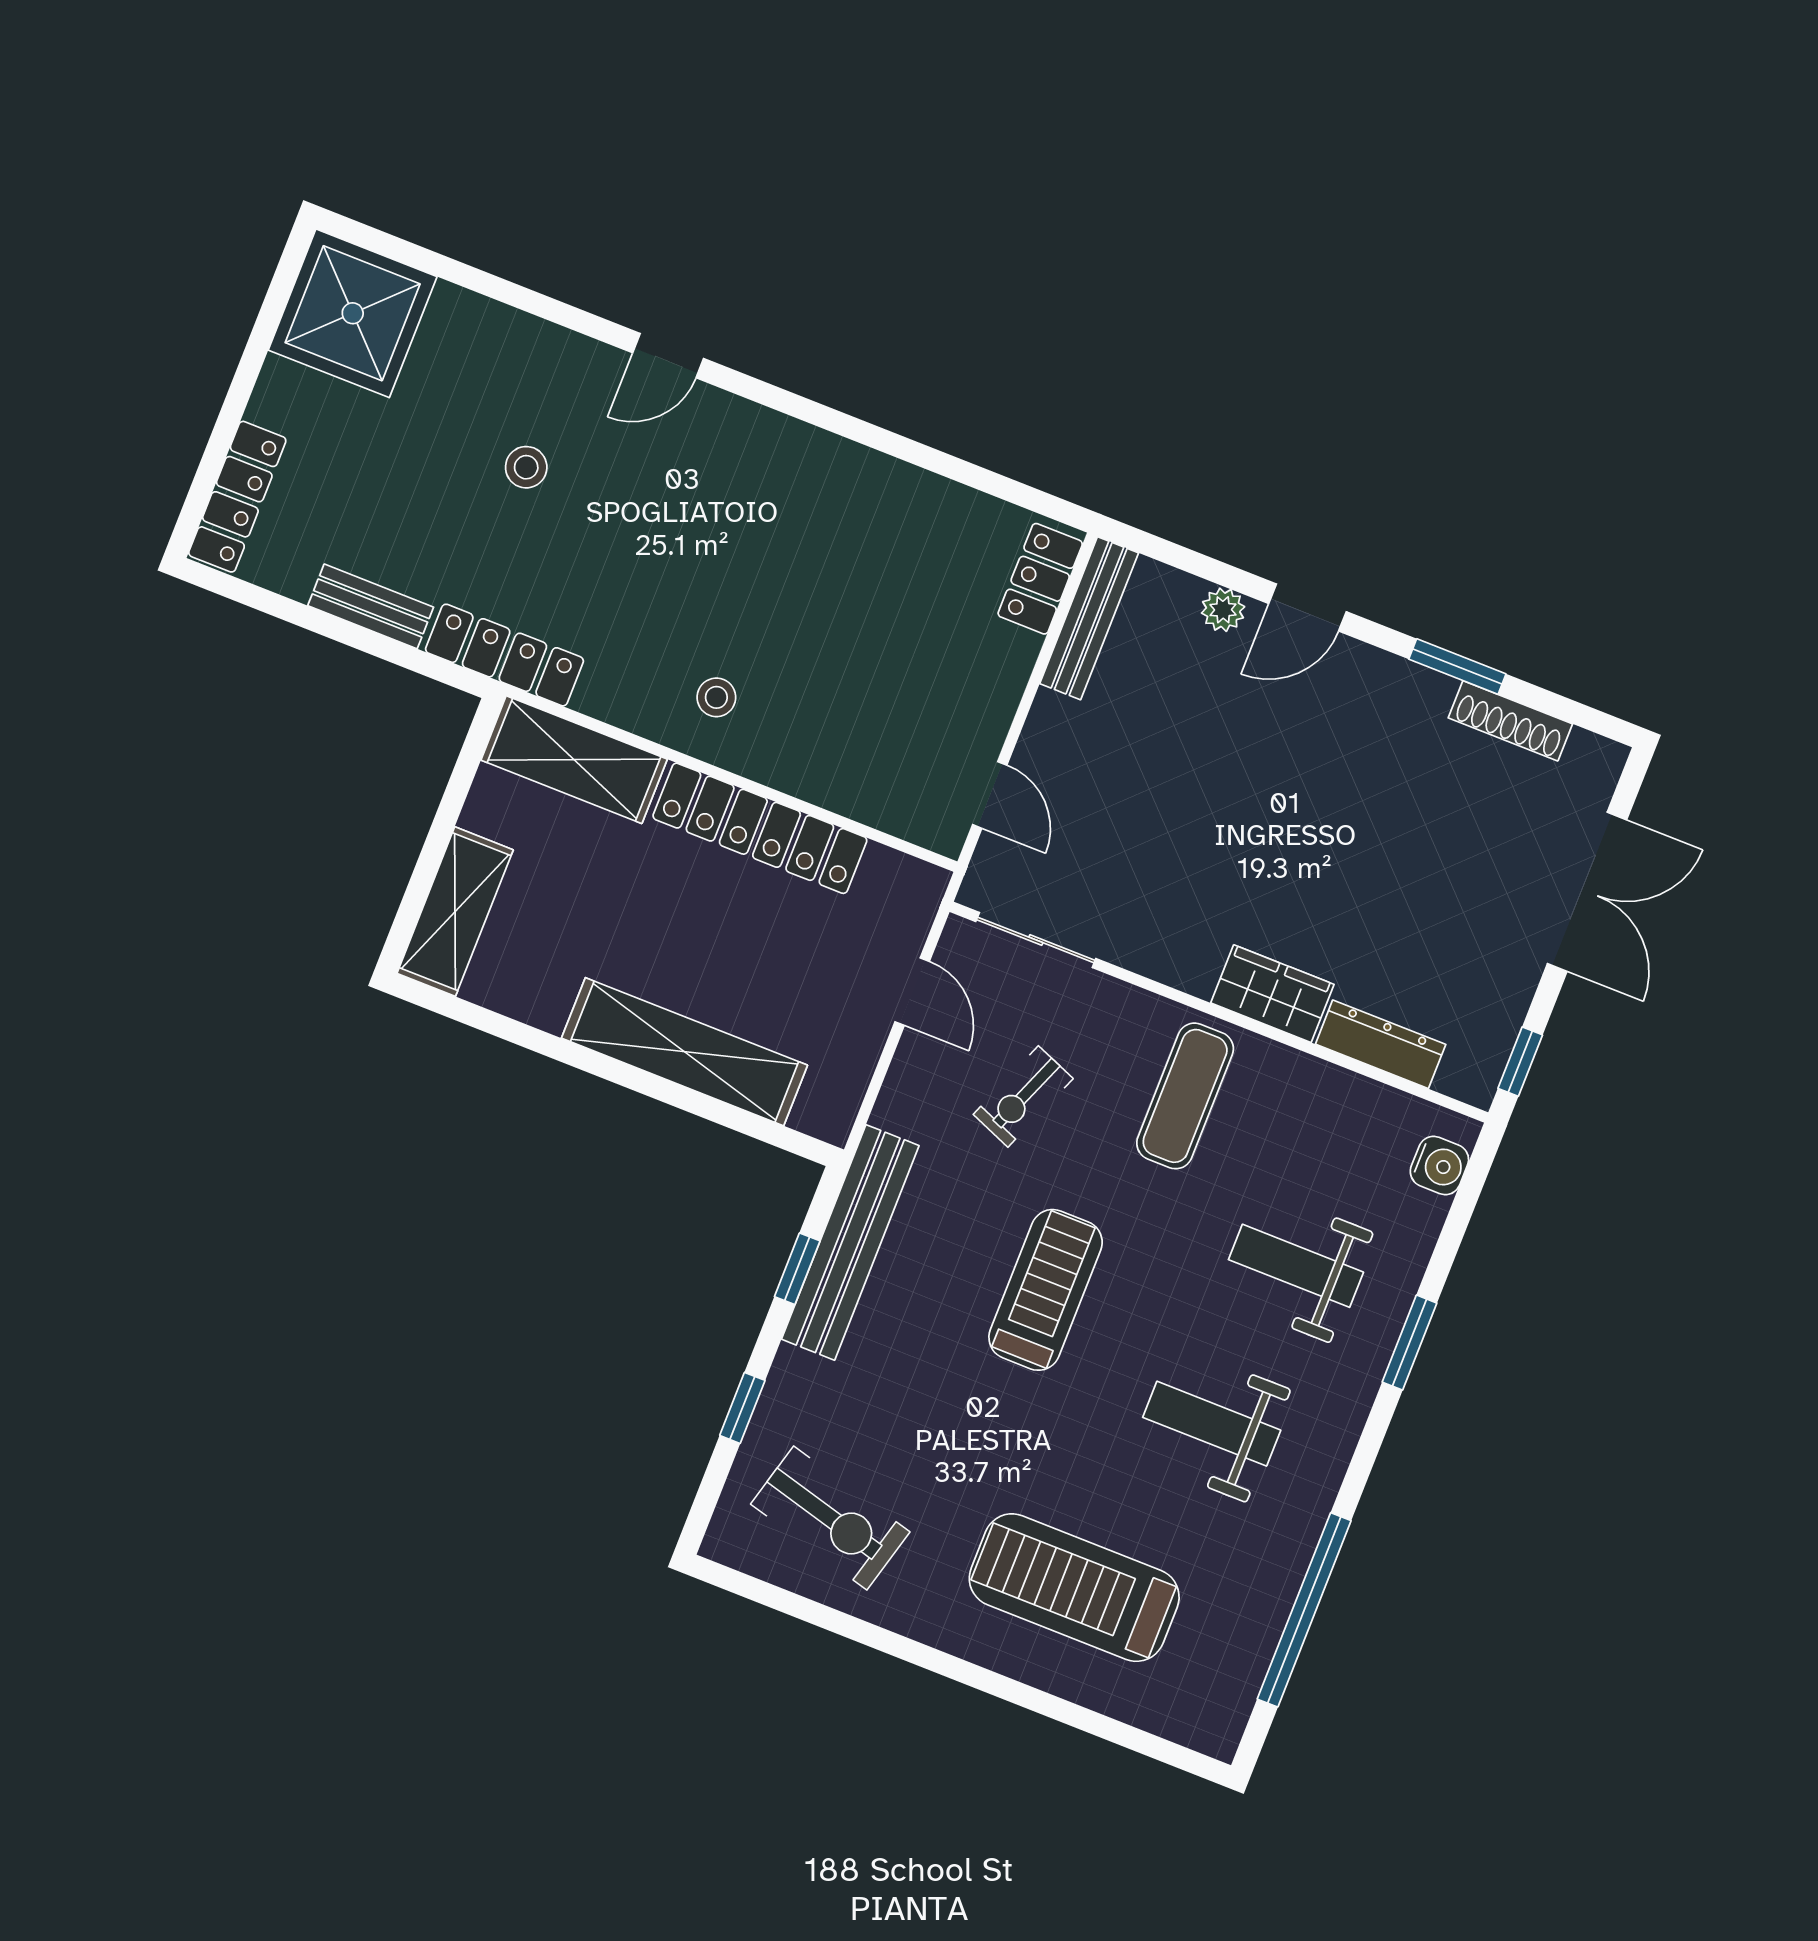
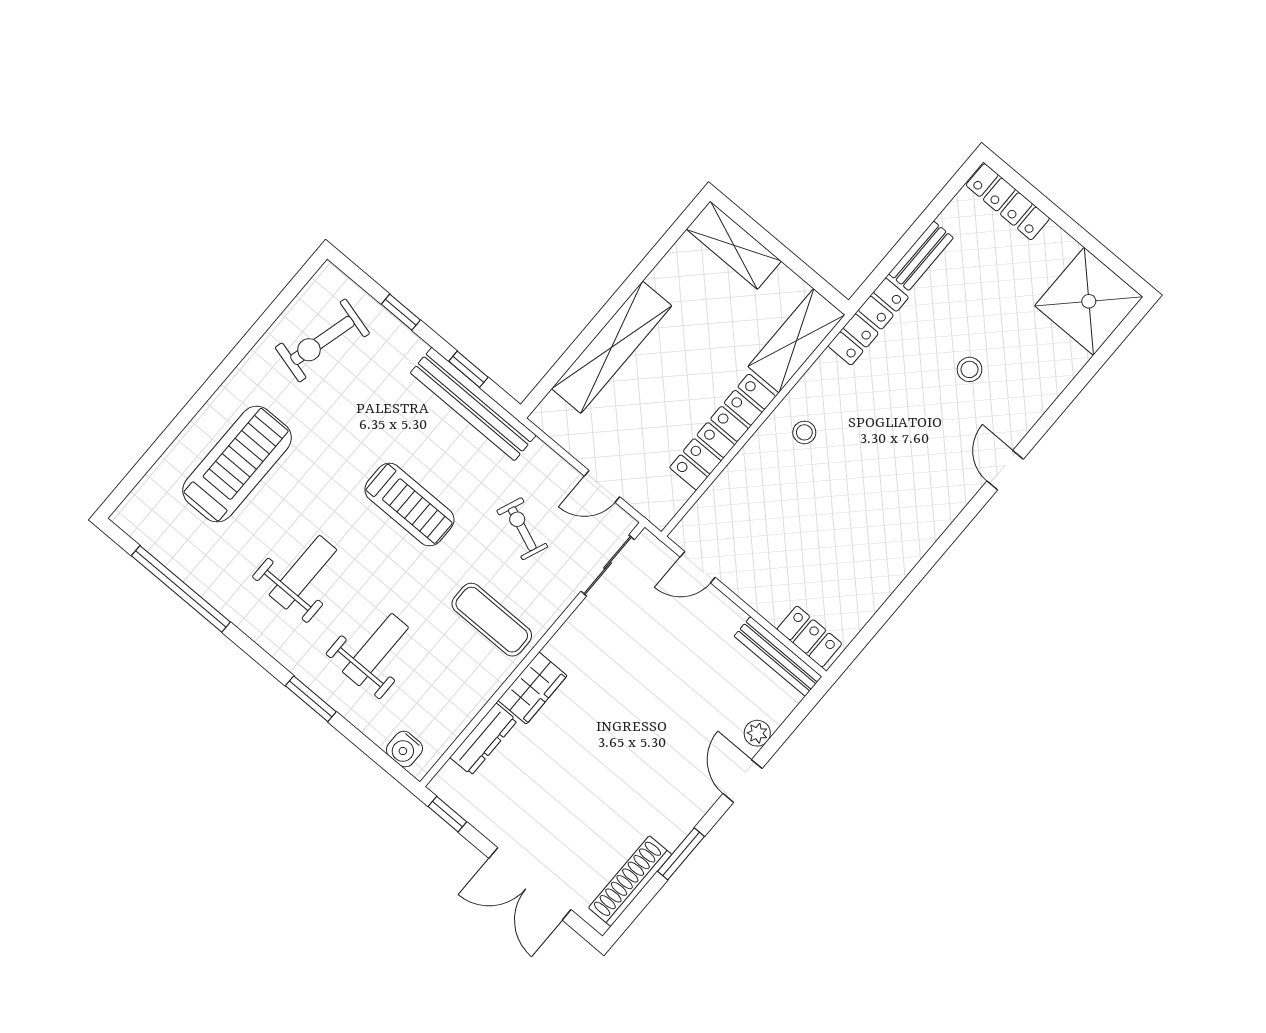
shoe rack: (1510, 721) -> (630, 881), width x1.36, depth x1.24

